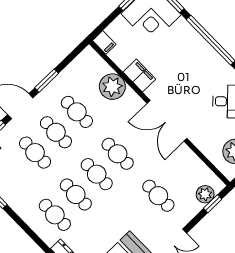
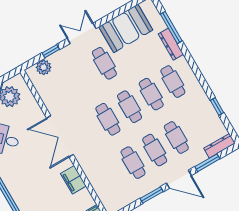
plant: (112, 87) -> (98, 176), removed
double door: (167, 121) -> (60, 136), swing flipped
cafe table: (158, 196) -> (104, 63), moved
window: (213, 204) -> (51, 51), moved

